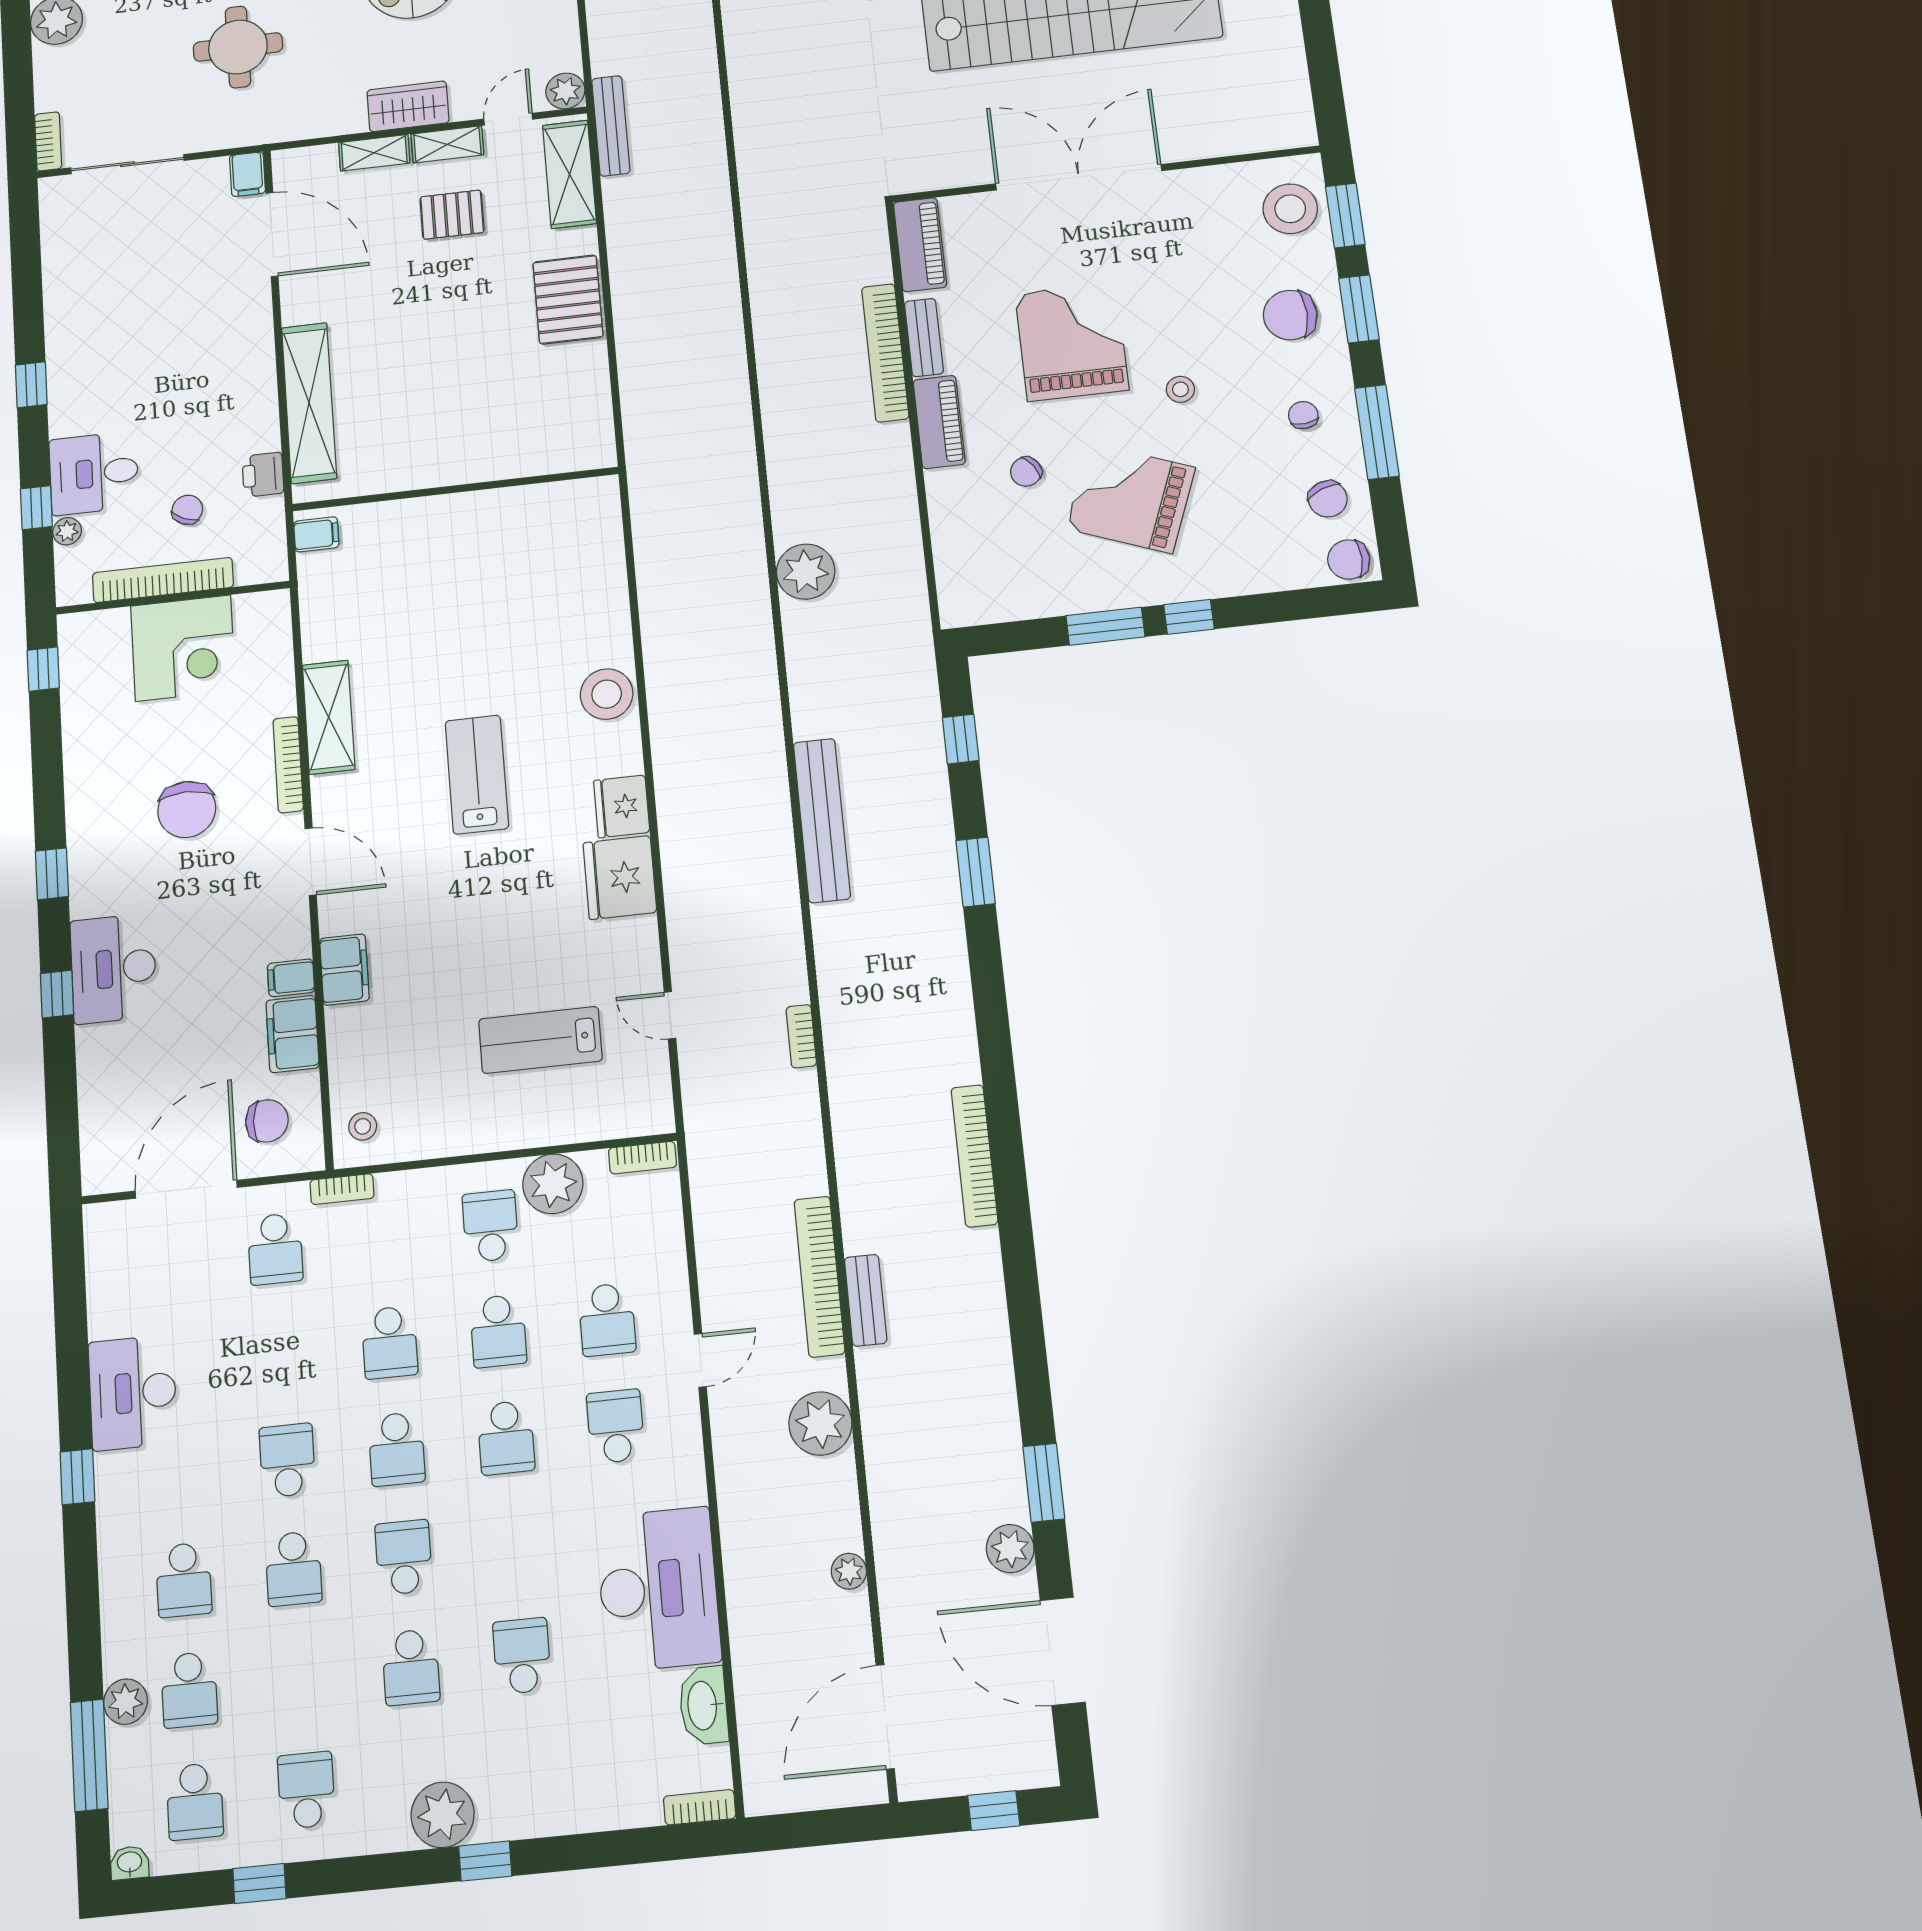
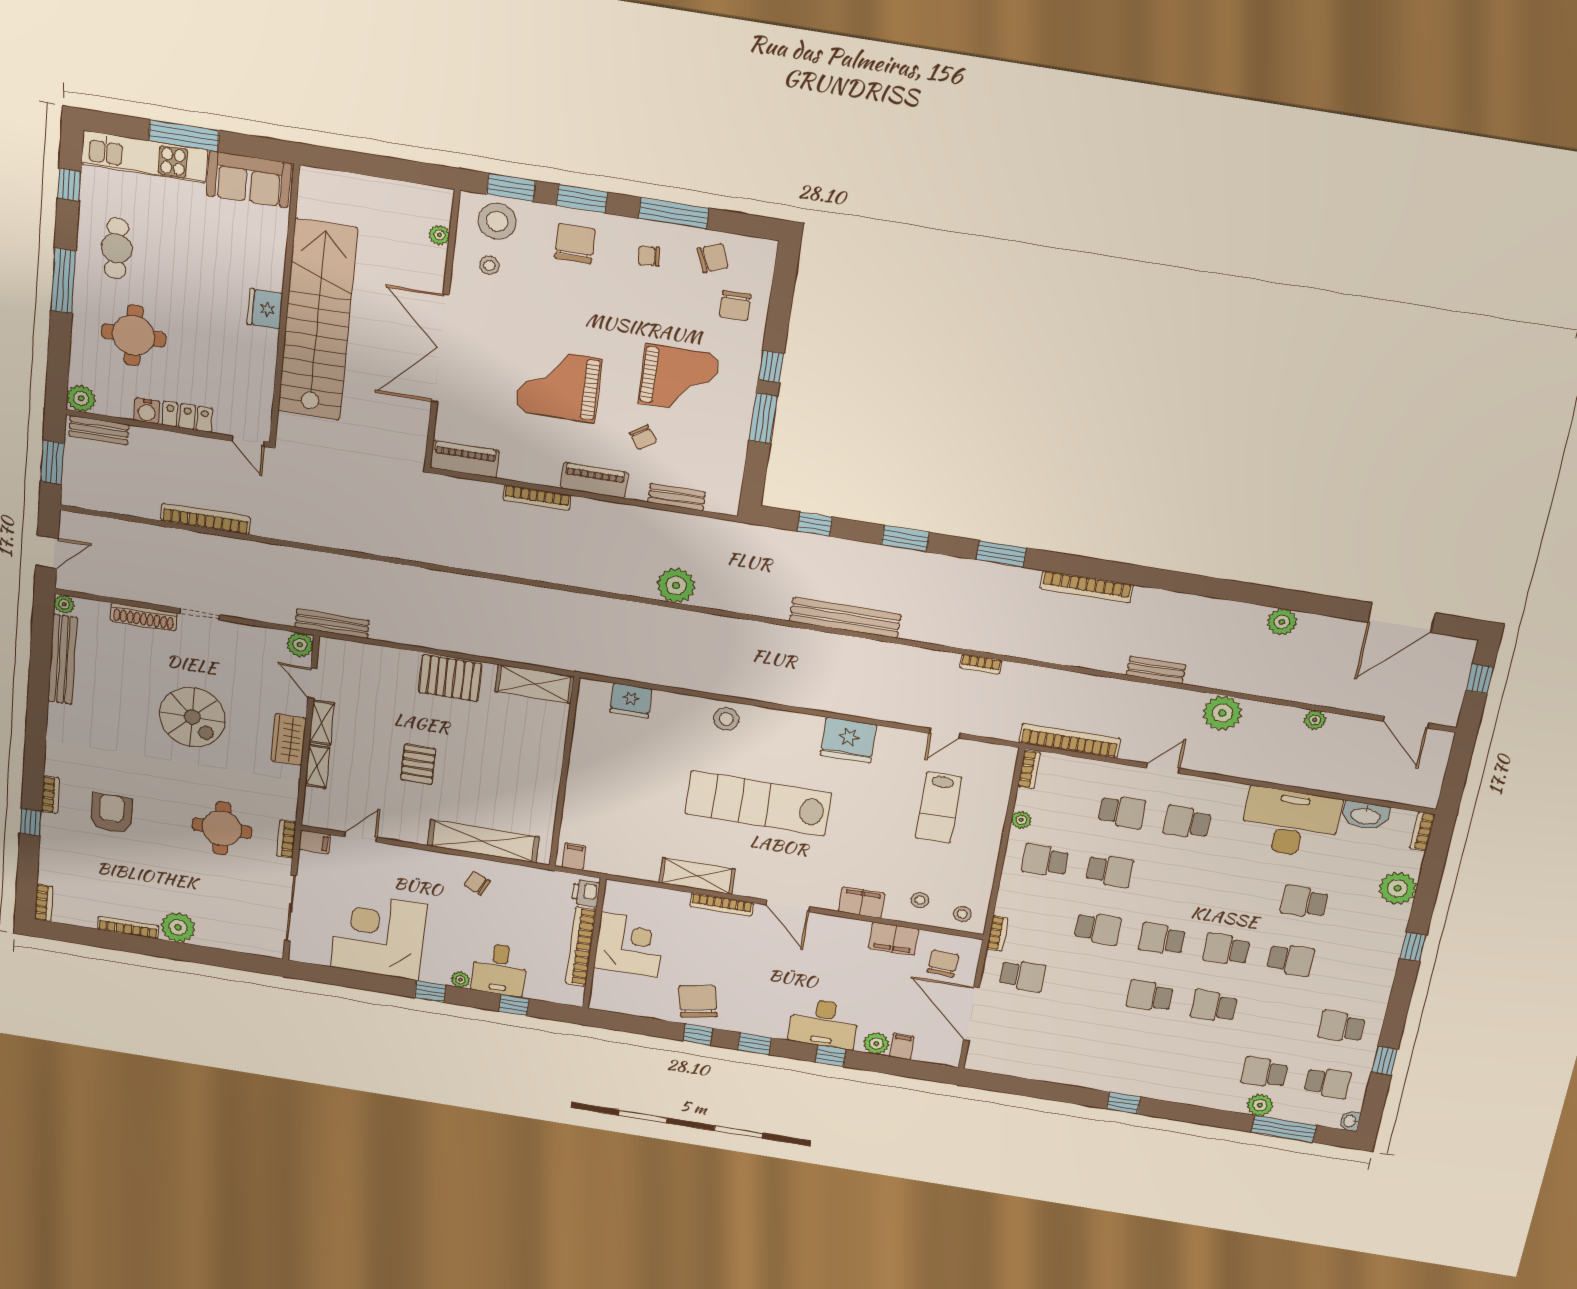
plant: (1246, 140) -> (439, 235), added
bookcase: (48, 141) -> (286, 839), moved, turned -90
shelving: (569, 174) -> (535, 684), moved
pallet: (452, 215) -> (418, 764), moved
door: (272, 234) -> (361, 837), width x0.53
corner desk: (110, 293) -> (379, 936), added
chair: (1290, 315) -> (575, 244), turned 180
bench: (924, 338) -> (677, 497), moved
bookcase: (885, 353) -> (537, 498), width x0.68, depth x0.76
stool: (1180, 389) -> (489, 265), moved
printer: (263, 475) -> (586, 893), moved, turned 90
grand piano: (1131, 498) -> (679, 379), turned -111
chair: (187, 510) -> (477, 883), moved
plant: (67, 531) -> (460, 980), moved
chair: (1349, 560) -> (735, 306), moved
window: (43, 669) -> (698, 1035), moved
stool: (607, 694) -> (726, 719), width x0.73, depth x0.73
lab bench: (477, 775) -> (758, 803), width x1.86, depth x1.39
fridge: (622, 806) -> (631, 701), moved
chair: (187, 809) -> (698, 1001), moved, turned -101
door: (311, 862) -> (788, 906), swing flipped
filing cabinet: (291, 978) -> (902, 1046), moved, turned 180
stool: (371, 1056) -> (920, 900), added
plant: (96, 1058) -> (876, 1043), added
plant: (553, 1184) -> (1021, 820), width x0.53, depth x0.53
bookcase: (819, 1277) -> (1070, 741), moved, turned 180
door: (700, 1360) -> (1163, 768), hinge flipped
desk: (133, 1393) -> (1084, 1066), removed
school desk: (506, 1438) -> (1174, 881), removed
school desk: (397, 1449) -> (1162, 939), turned 180
window: (1044, 1483) -> (1001, 554), moved
plant: (1010, 1549) -> (1282, 622), moved
school desk: (294, 1569) -> (1214, 1006), turned 180
school desk: (184, 1580) -> (1201, 1062), removed
school desk: (189, 1690) -> (1264, 1073), turned 180
door: (885, 1717) -> (1406, 722), width x0.73
plant: (443, 1815) -> (1398, 888), moved

